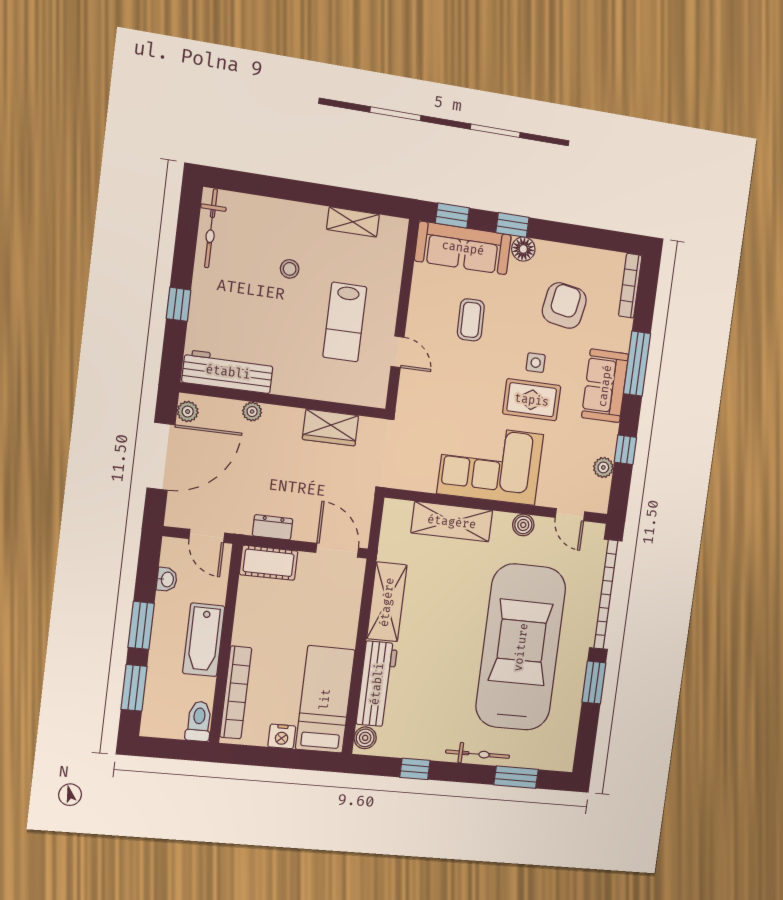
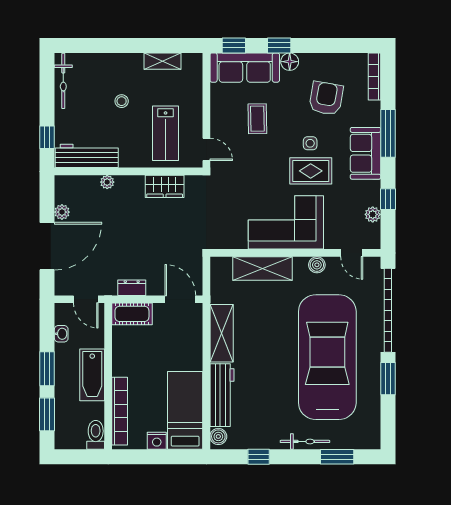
workbench: (228, 372) -> (87, 156), moved
wall: (284, 401) -> (129, 171), moved
plant: (252, 412) -> (107, 182), moved
wardrobe: (331, 427) -> (165, 186), moved

